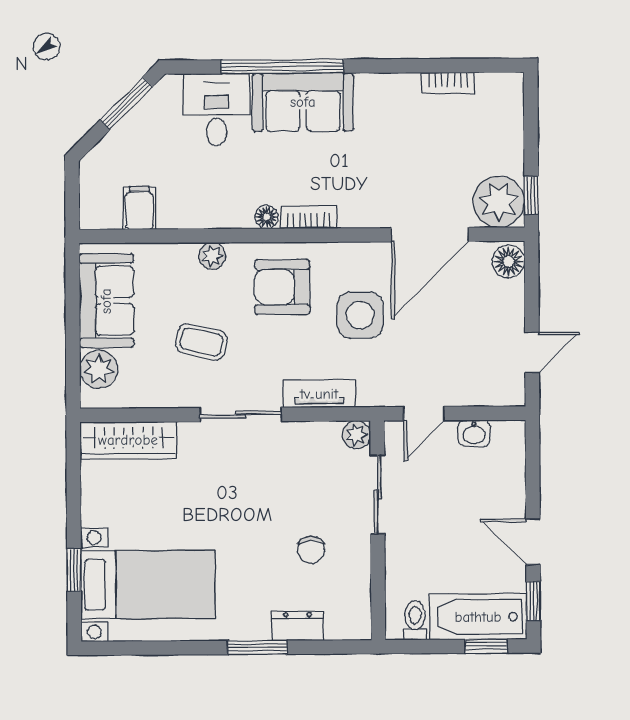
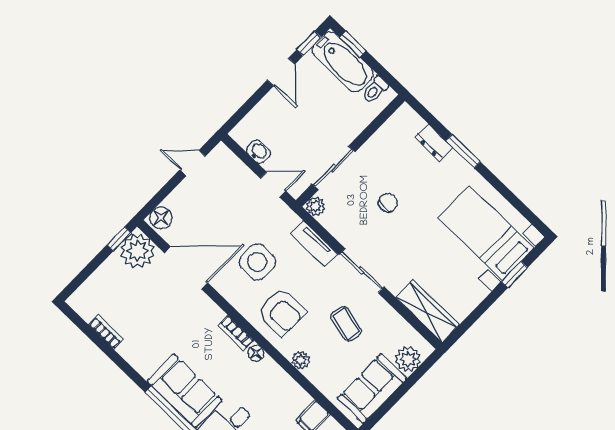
chair: (311, 550) -> (388, 203), moved

